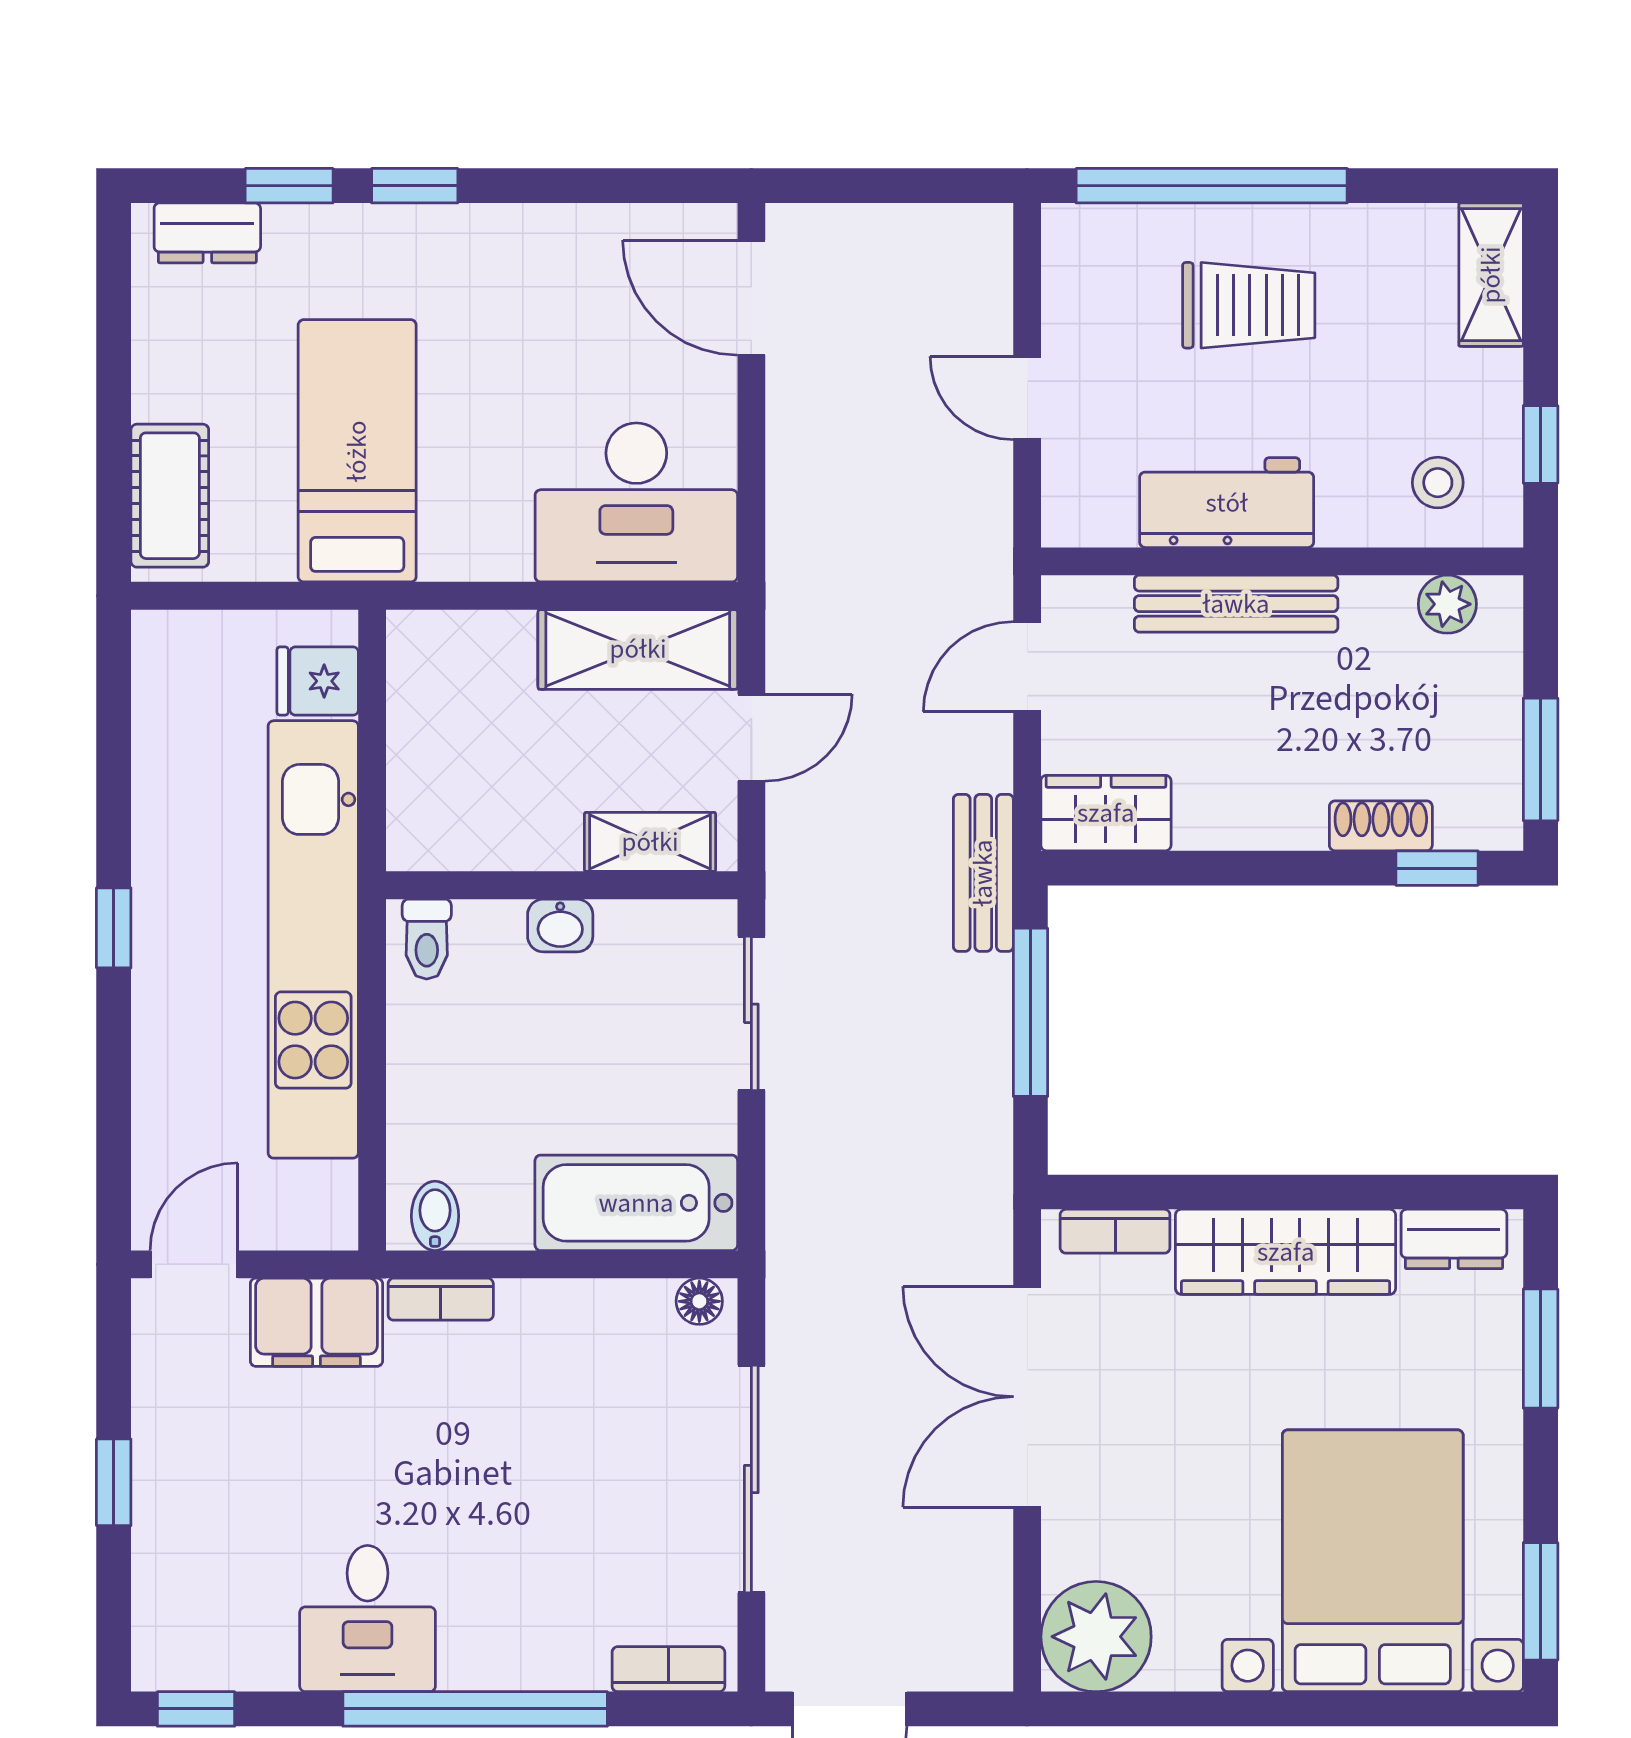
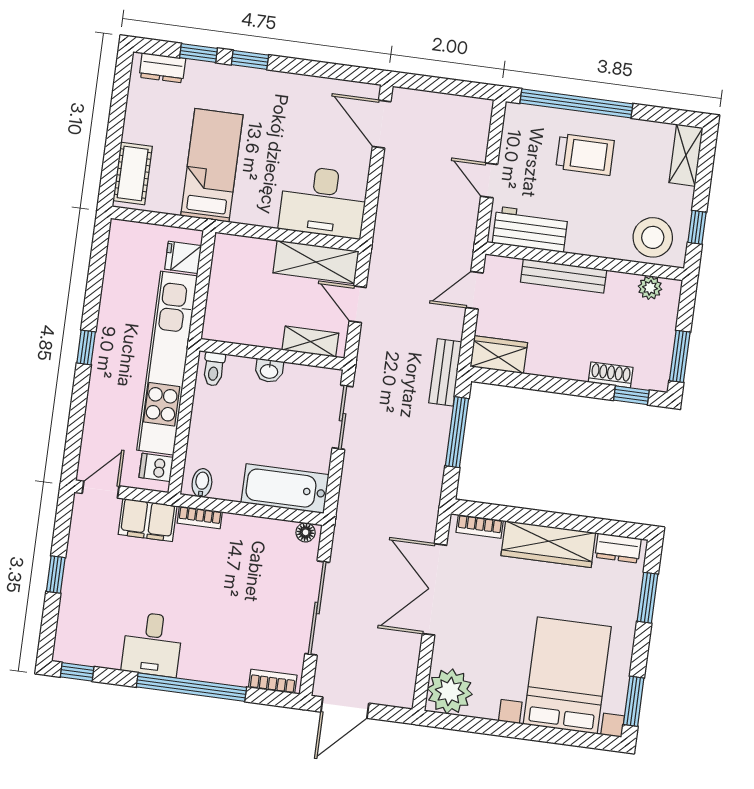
stool: (1438, 483) -> (653, 237), width x1.89, depth x1.89
workbench: (1227, 503) -> (530, 229), moved
door: (751, 738) -> (358, 304), swing flipped
dishwasher: (320, 1193) -> (156, 467), added

